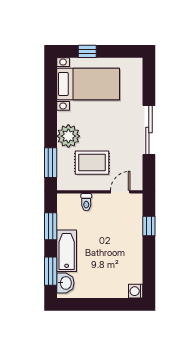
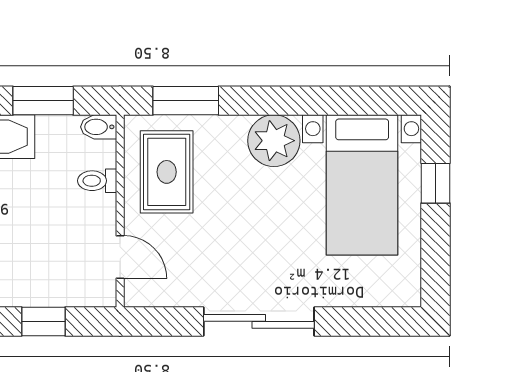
plant: (68, 136) -> (274, 141), moved
rug: (92, 163) -> (167, 172), moved
bidet: (62, 201) -> (99, 127), added

